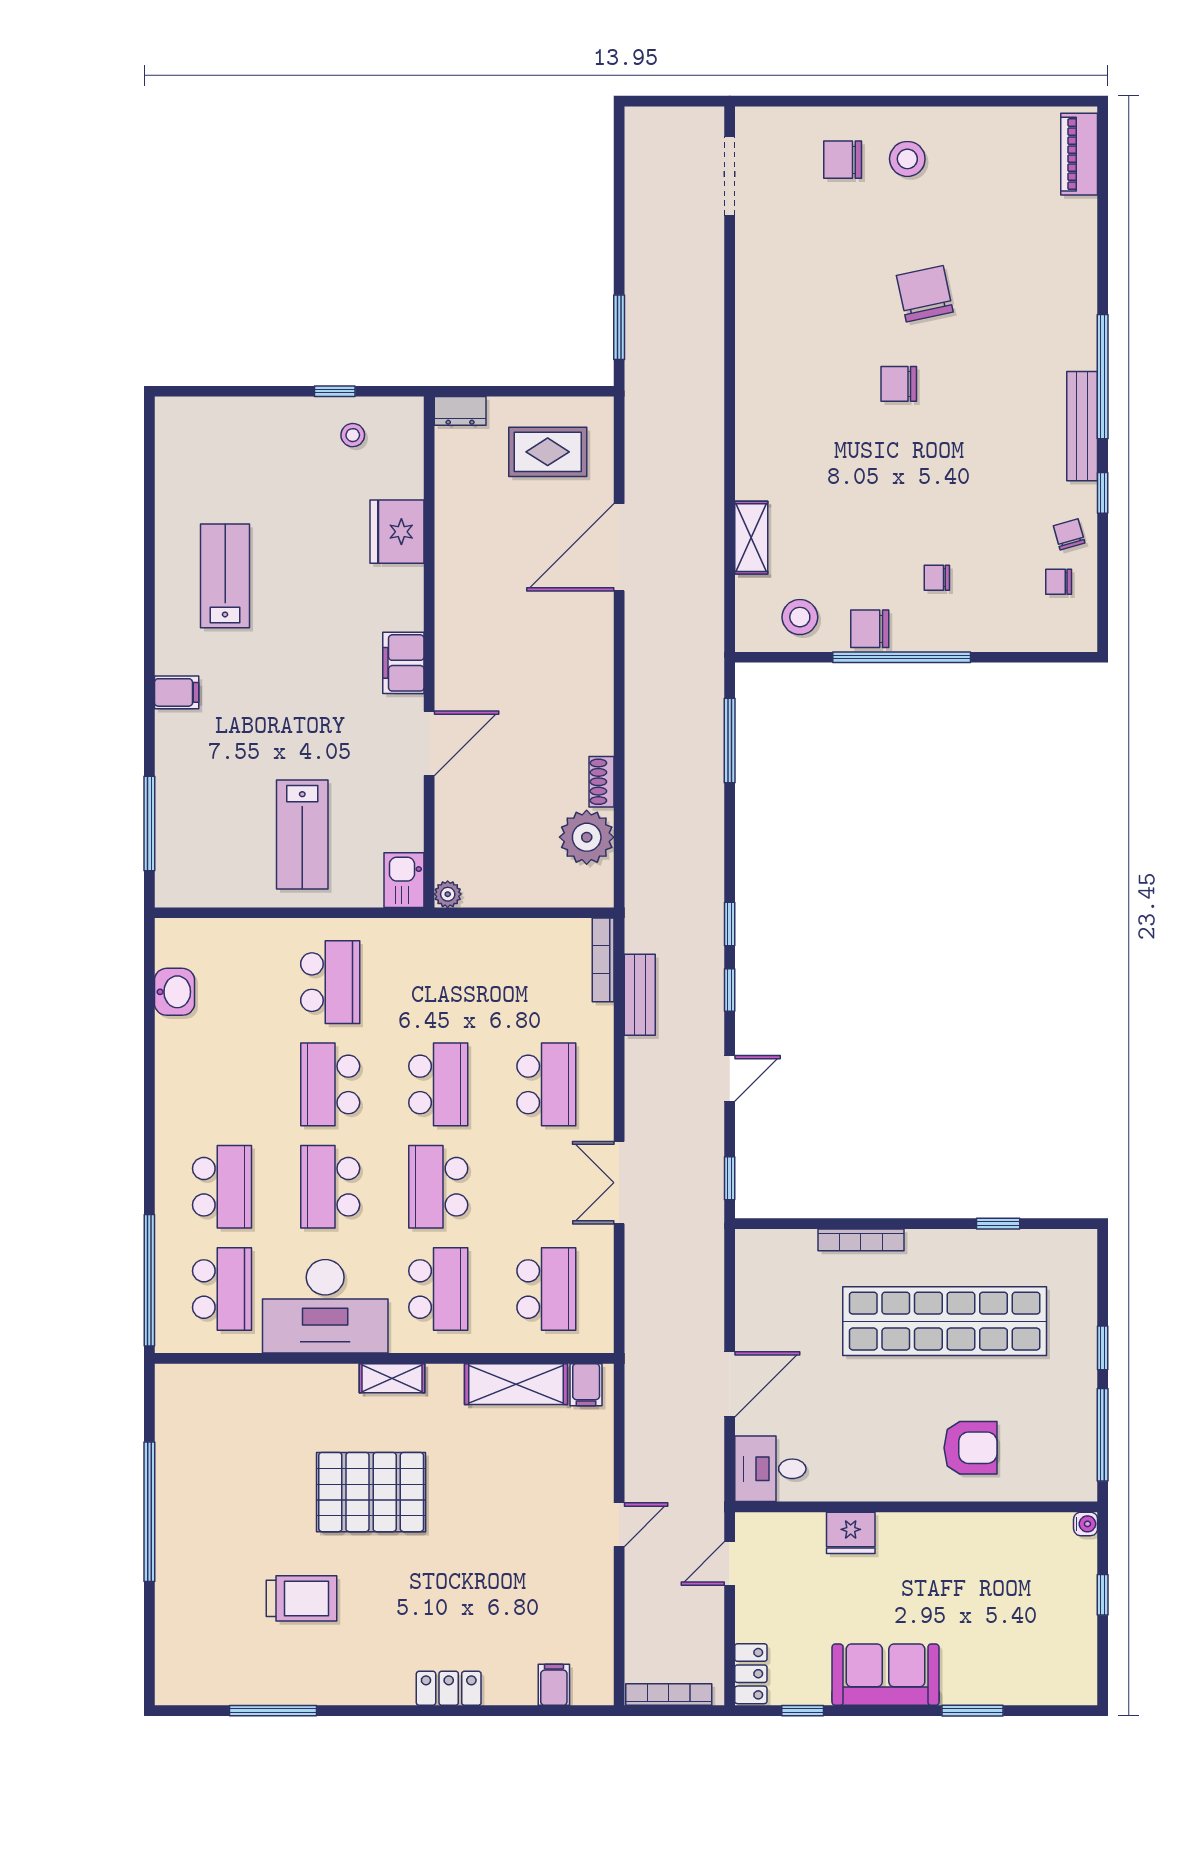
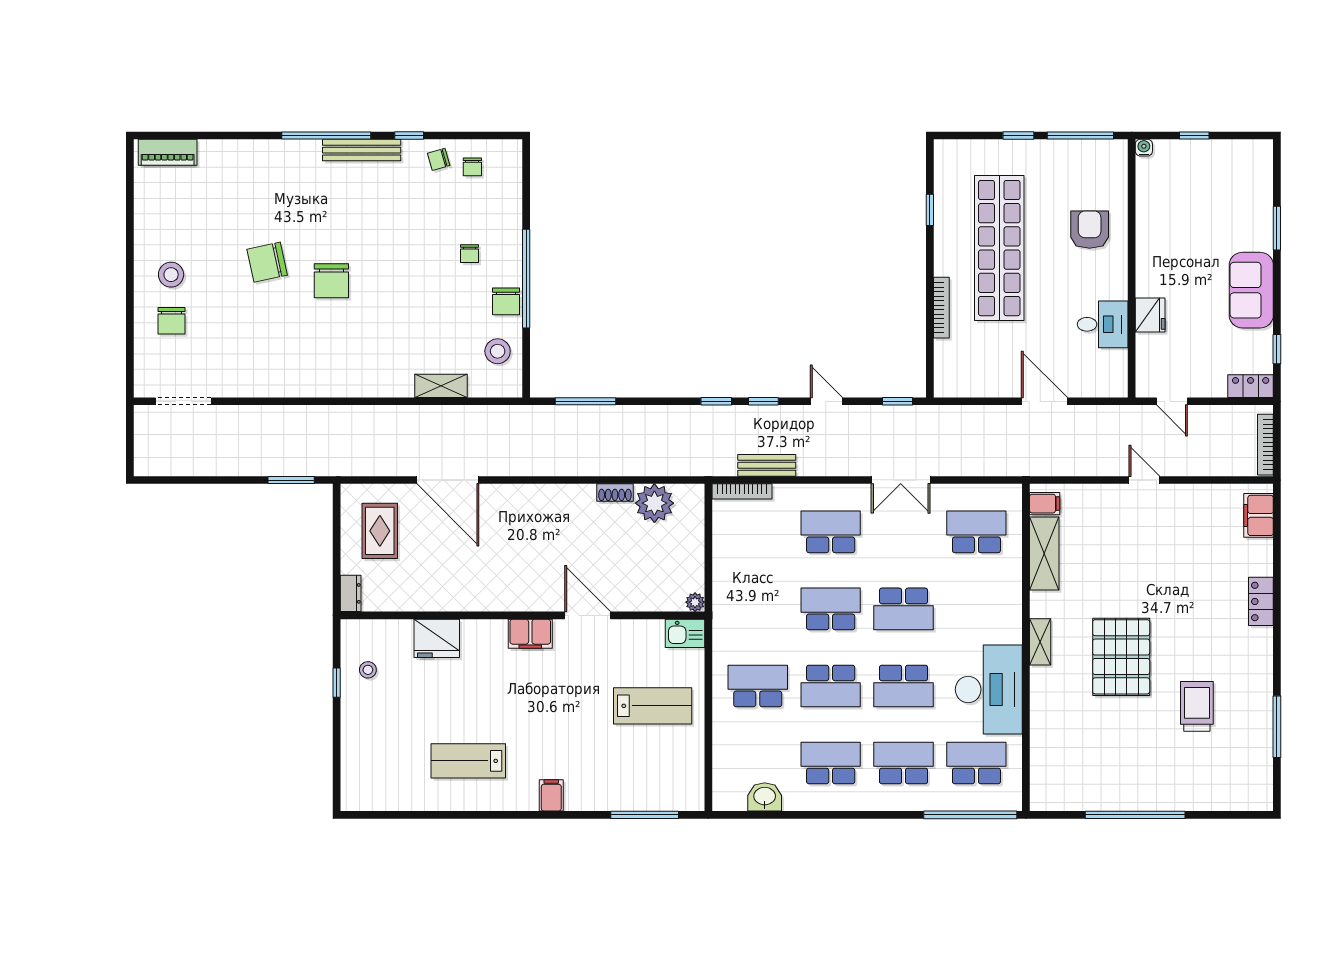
chair: (899, 384) -> (331, 281), width x1.37, depth x1.37
school desk: (438, 1289) -> (831, 763), moved
desk: (770, 1469) -> (1103, 324), moved, turned -90
filing cabinet: (554, 1685) -> (1259, 515), width x2.00

